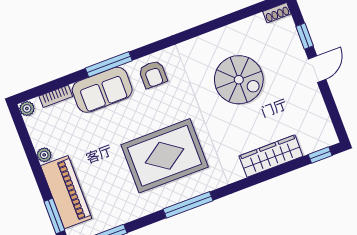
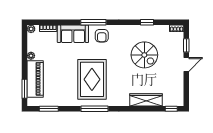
window: (222, 22) -> (147, 22), added
window: (109, 64) -> (93, 22), moved
rug: (165, 156) -> (92, 79), turned 90

